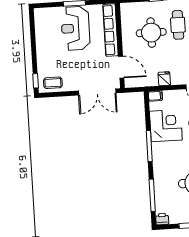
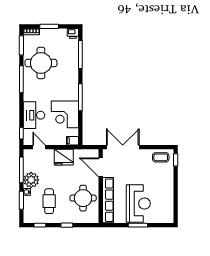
round table: (151, 33) -> (83, 198), moved
fridge: (164, 79) -> (64, 157), width x1.88, depth x1.34

